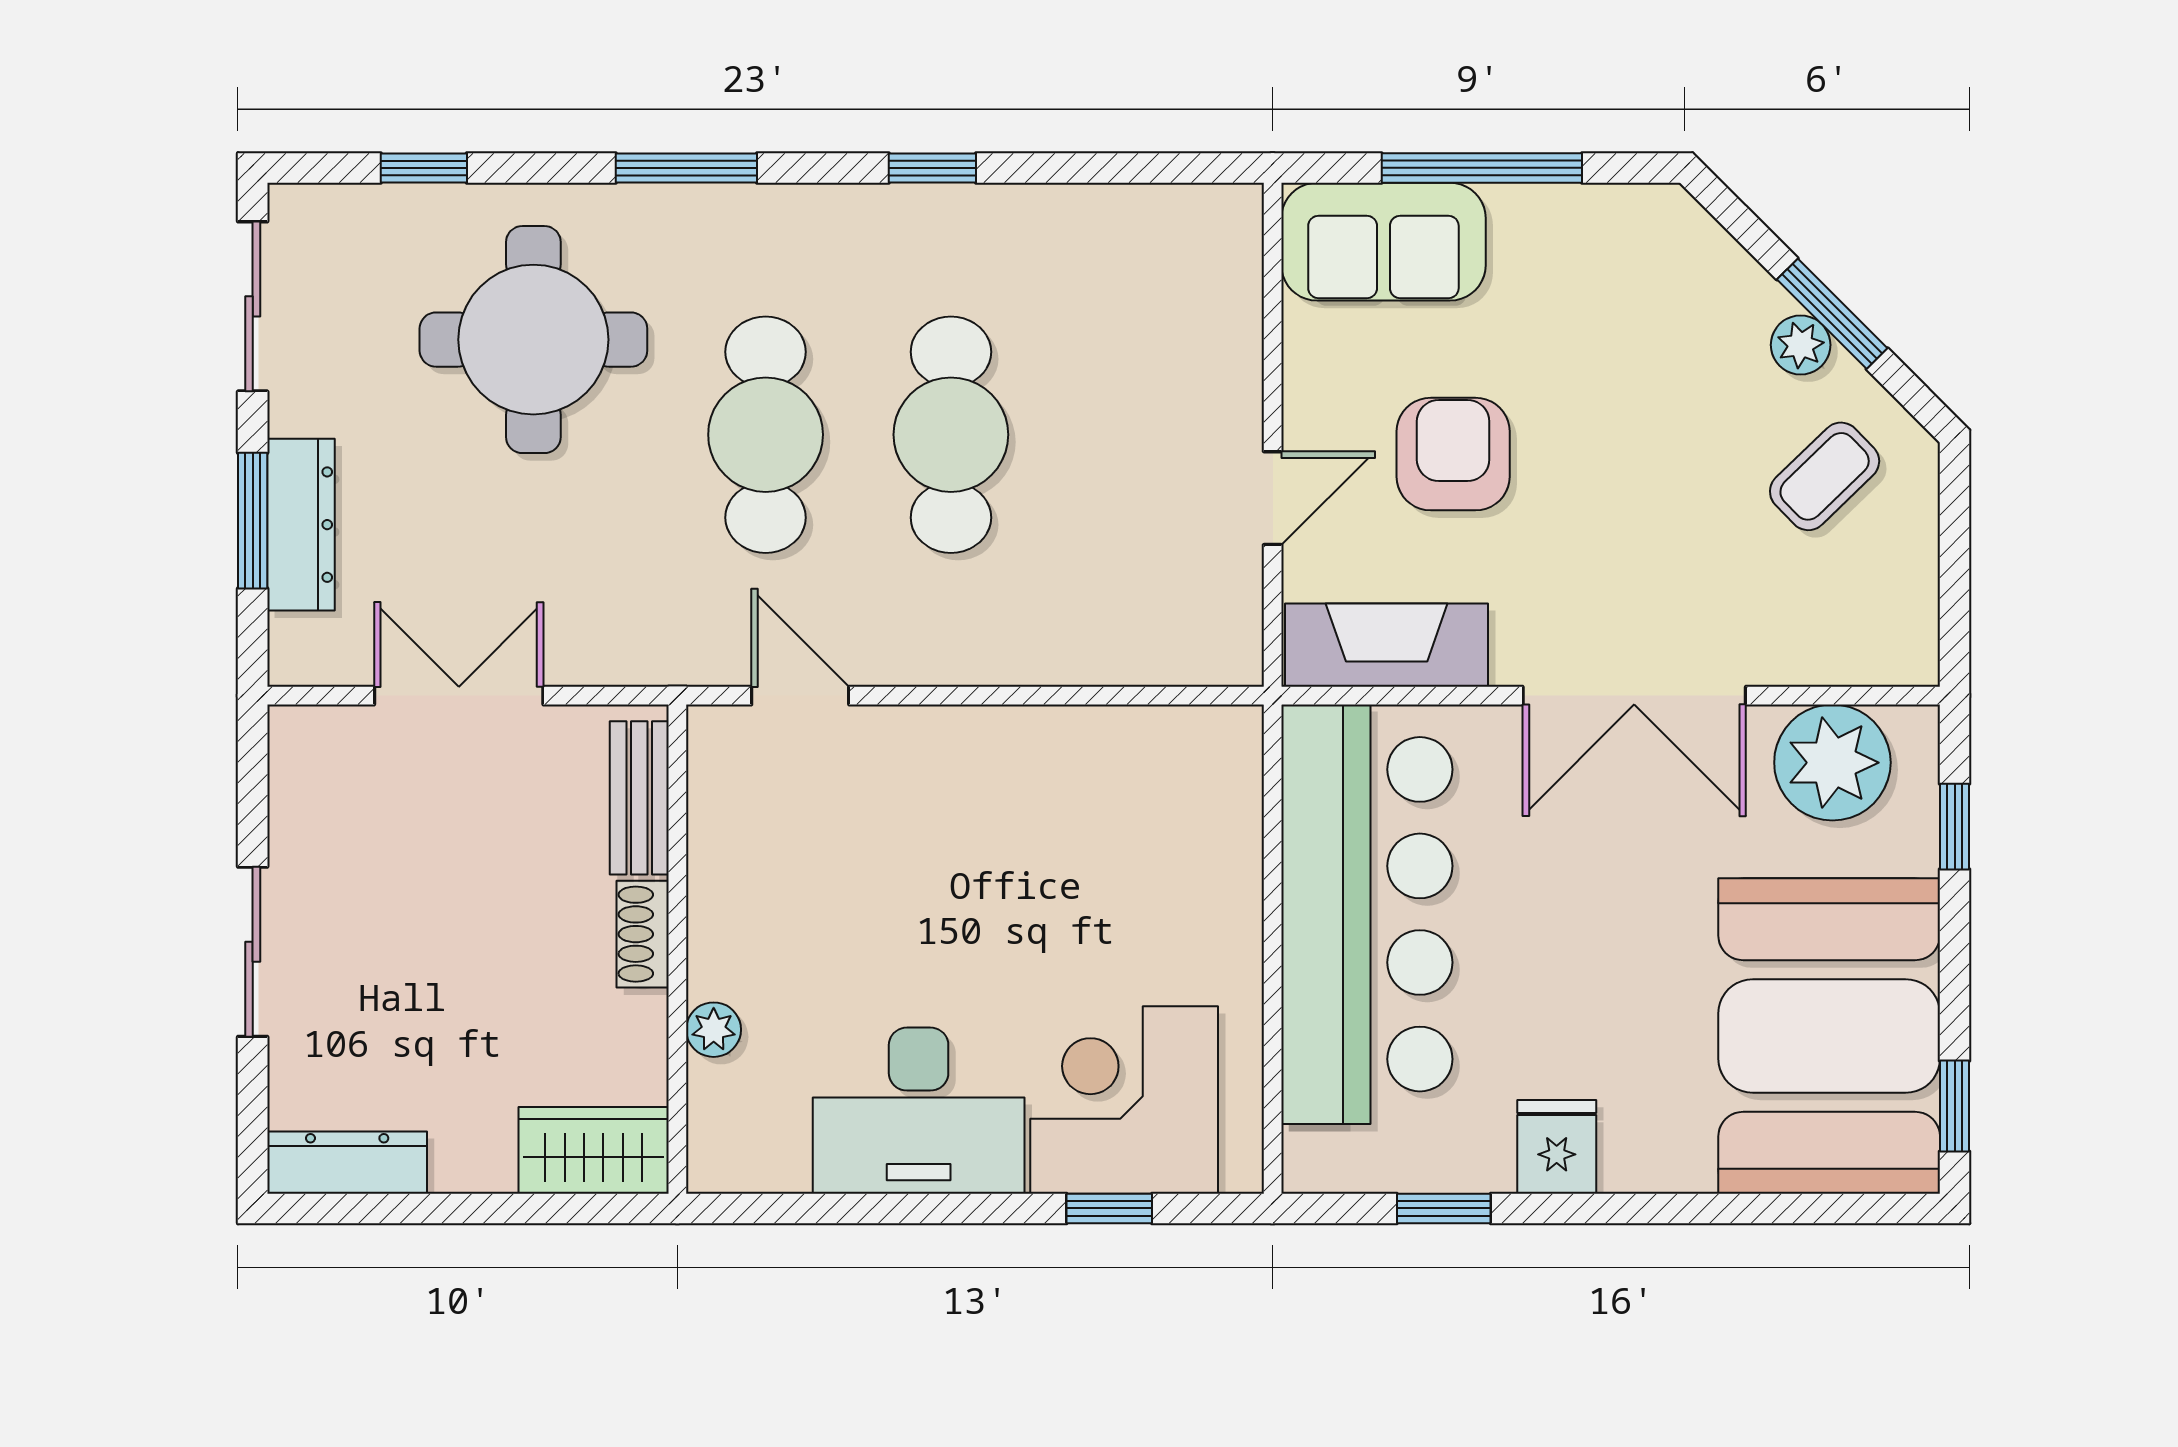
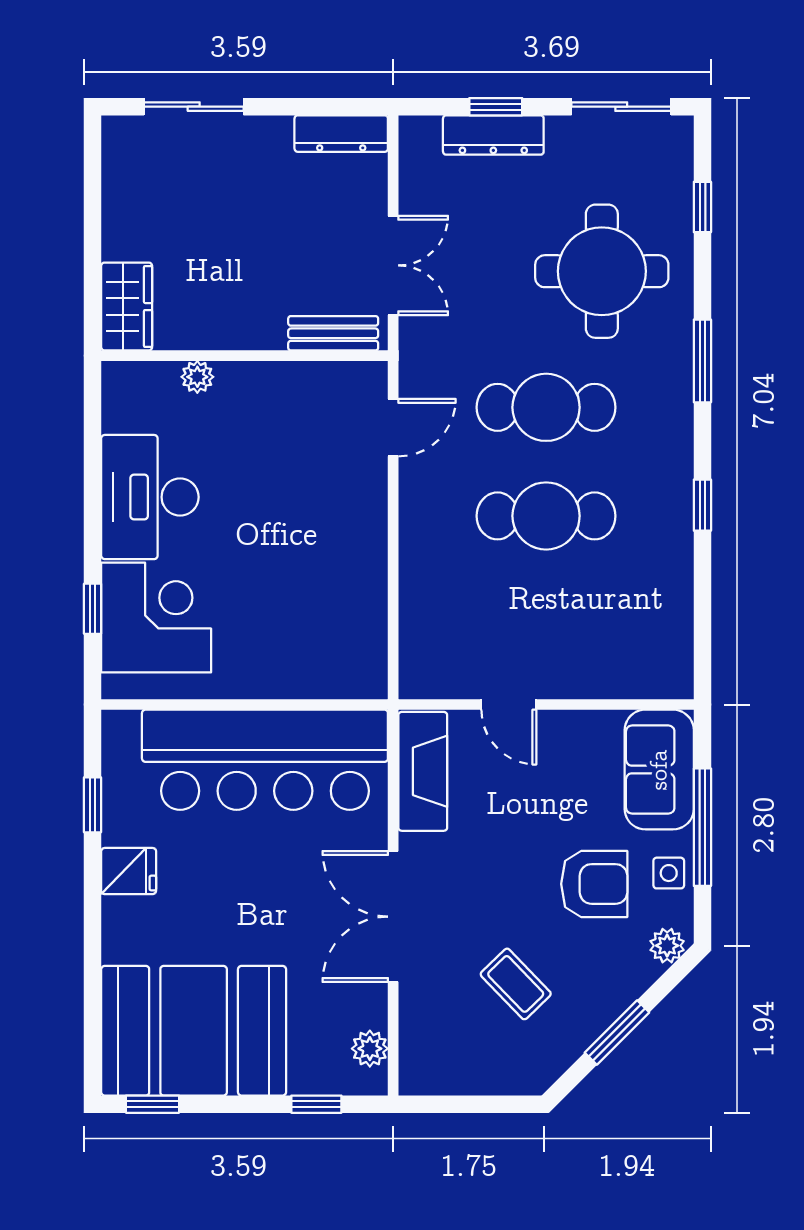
side table: (1560, 225) -> (669, 873), added
plant: (1801, 345) -> (667, 946), moved
armchair: (1453, 454) -> (594, 884), moved
coffee table: (1825, 476) -> (516, 984), moved
window: (253, 521) -> (496, 107), width x0.67
double door: (459, 696) -> (393, 265), moved
plant: (1832, 763) -> (370, 1049), width x0.53, depth x0.53
shoe rack: (643, 934) -> (253, 335), removed
sliding door: (253, 952) -> (194, 107), moved
dresser: (347, 1163) -> (341, 134), moved, turned 90

